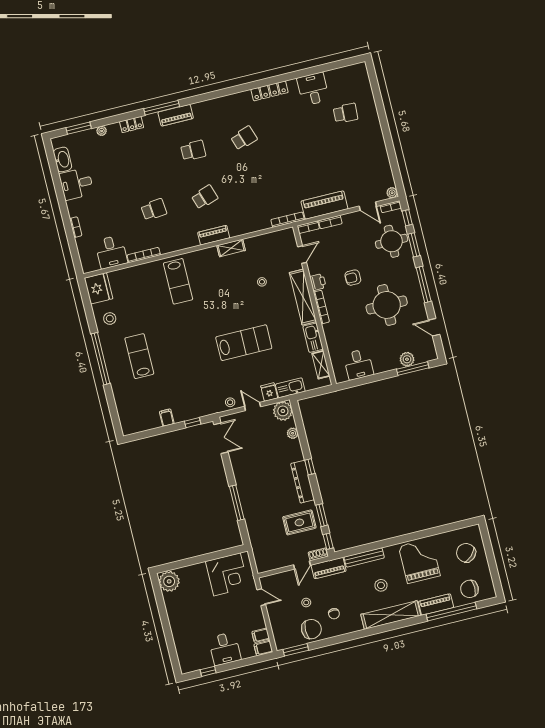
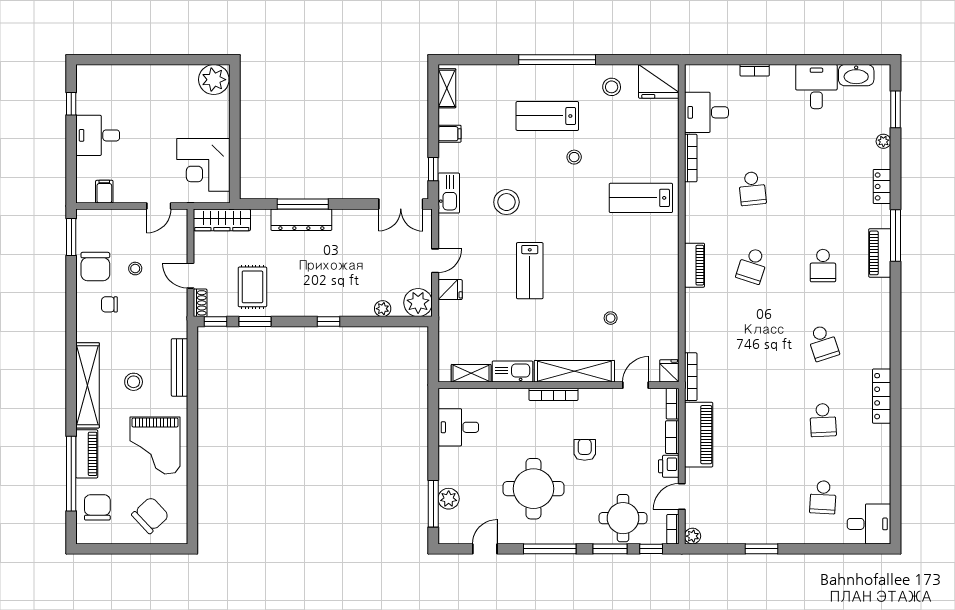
desk: (313, 89) -> (869, 524), moved
school desk: (295, 126) -> (823, 420), added
window: (389, 145) -> (761, 549), added
school desk: (205, 197) -> (752, 266), turned 36
fridge: (287, 235) -> (669, 371), added
shelving: (231, 248) -> (447, 88), moved
door: (302, 255) -> (636, 385), swing flipped
printer: (318, 282) -> (669, 466), moved, turned 90
stool: (162, 332) -> (574, 157), added
lab bench: (244, 343) -> (530, 271), width x0.73, depth x0.72
lab bench: (139, 356) -> (547, 116), turned 180
kitchen sink: (290, 388) -> (449, 193), moved
stool: (230, 402) -> (506, 202), moved, width x1.89, depth x1.89
dresser: (303, 482) -> (301, 220), moved, turned 180
wardrobe: (260, 553) -> (222, 220), added
grand piano: (419, 561) -> (155, 445), turned 90
piano: (329, 568) -> (177, 313), removed
filing cabinet: (263, 648) -> (85, 191), removed

